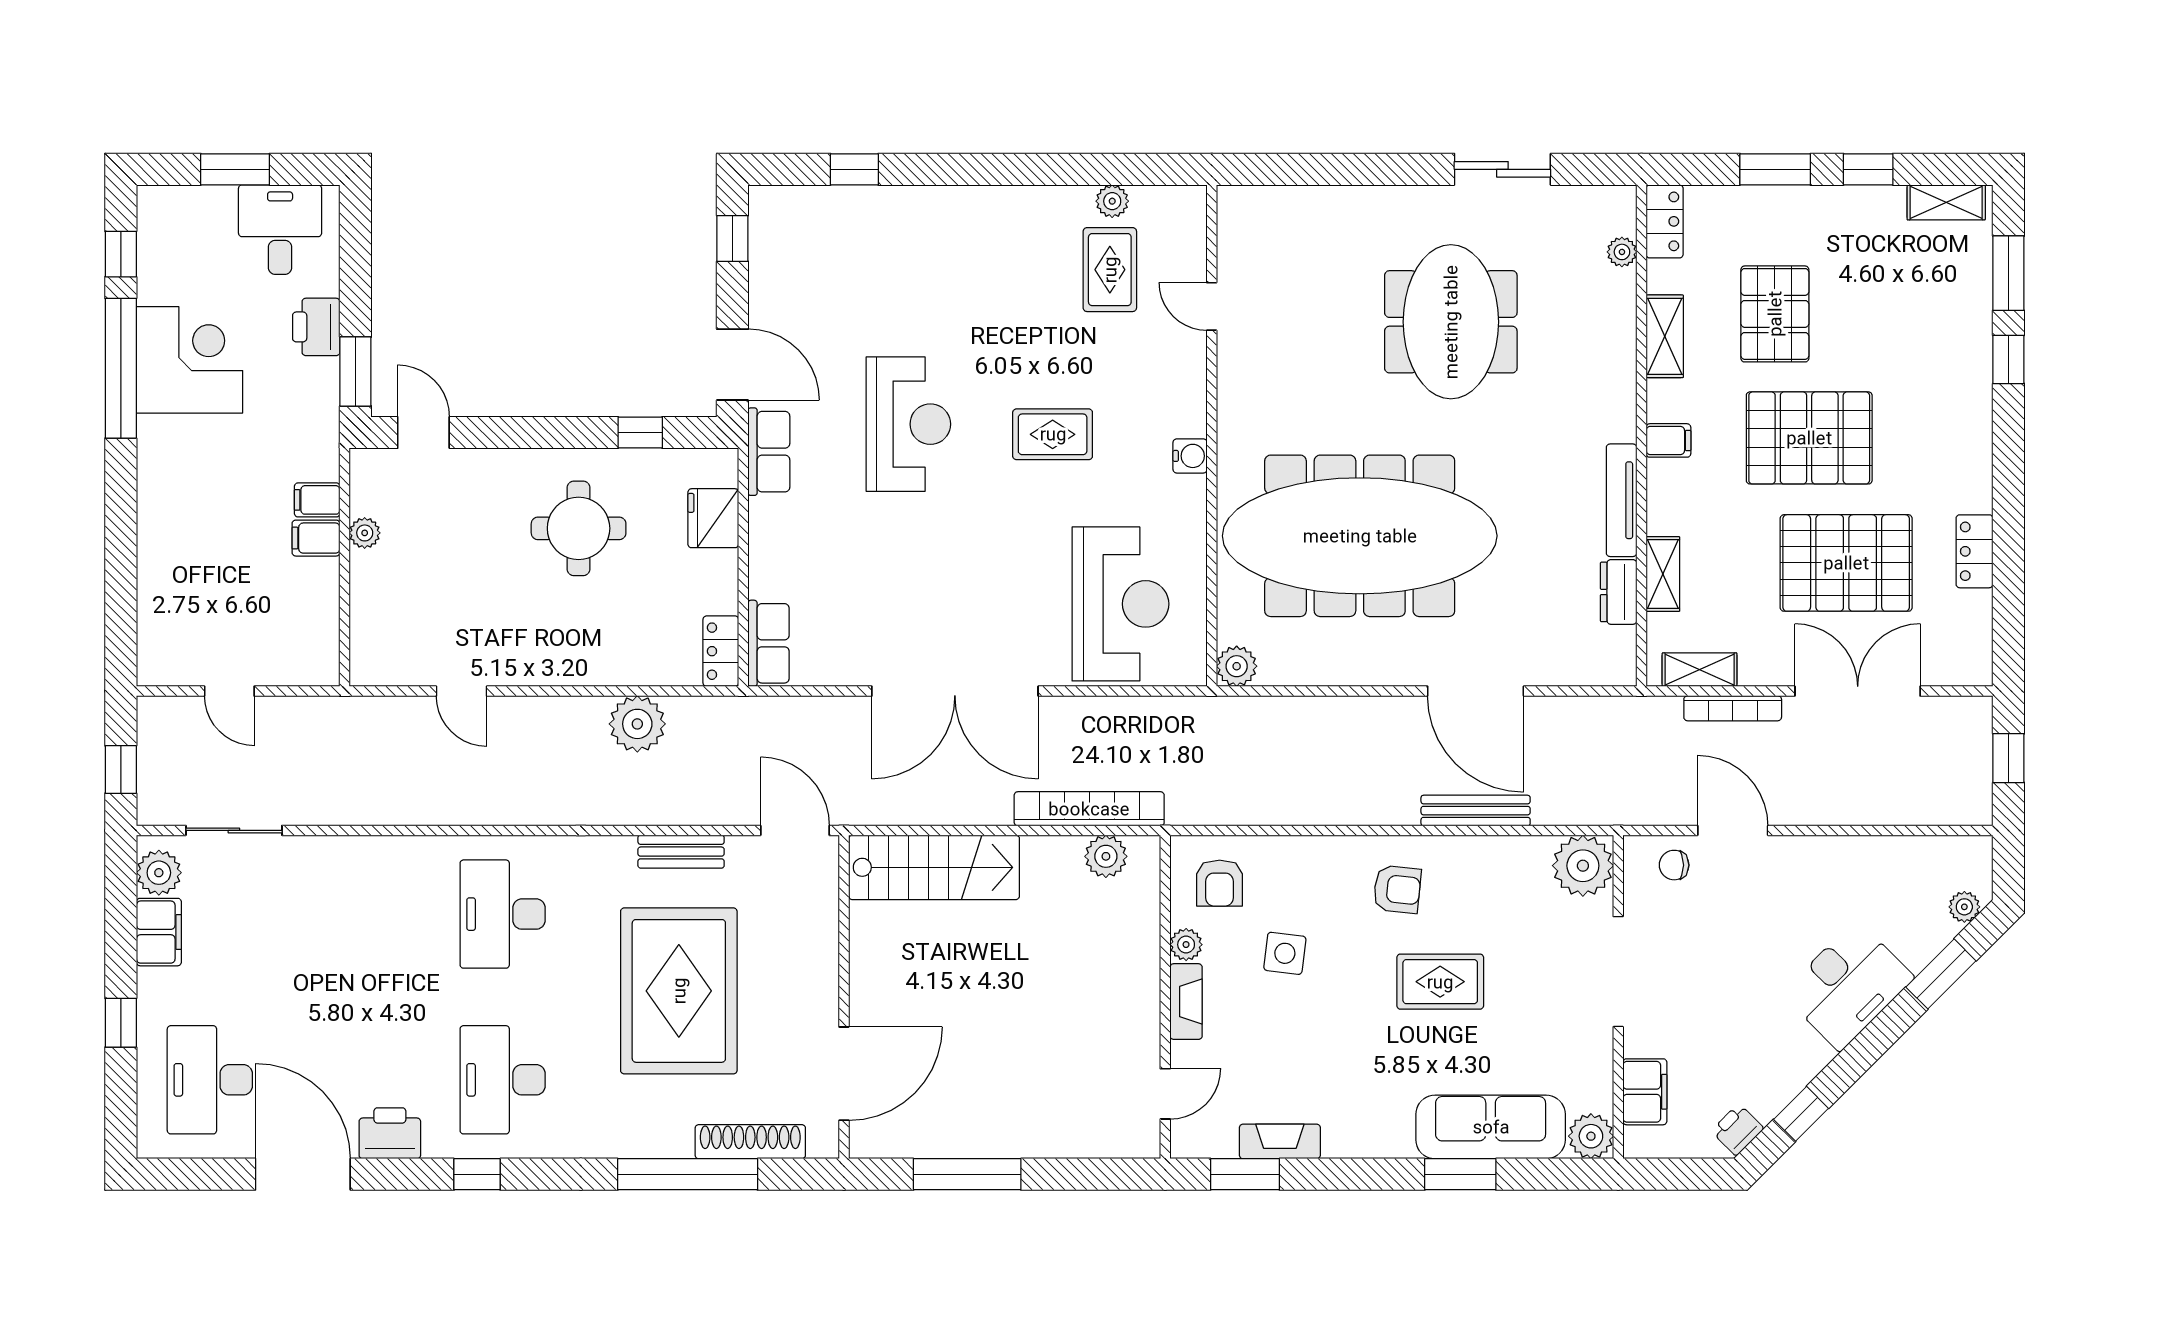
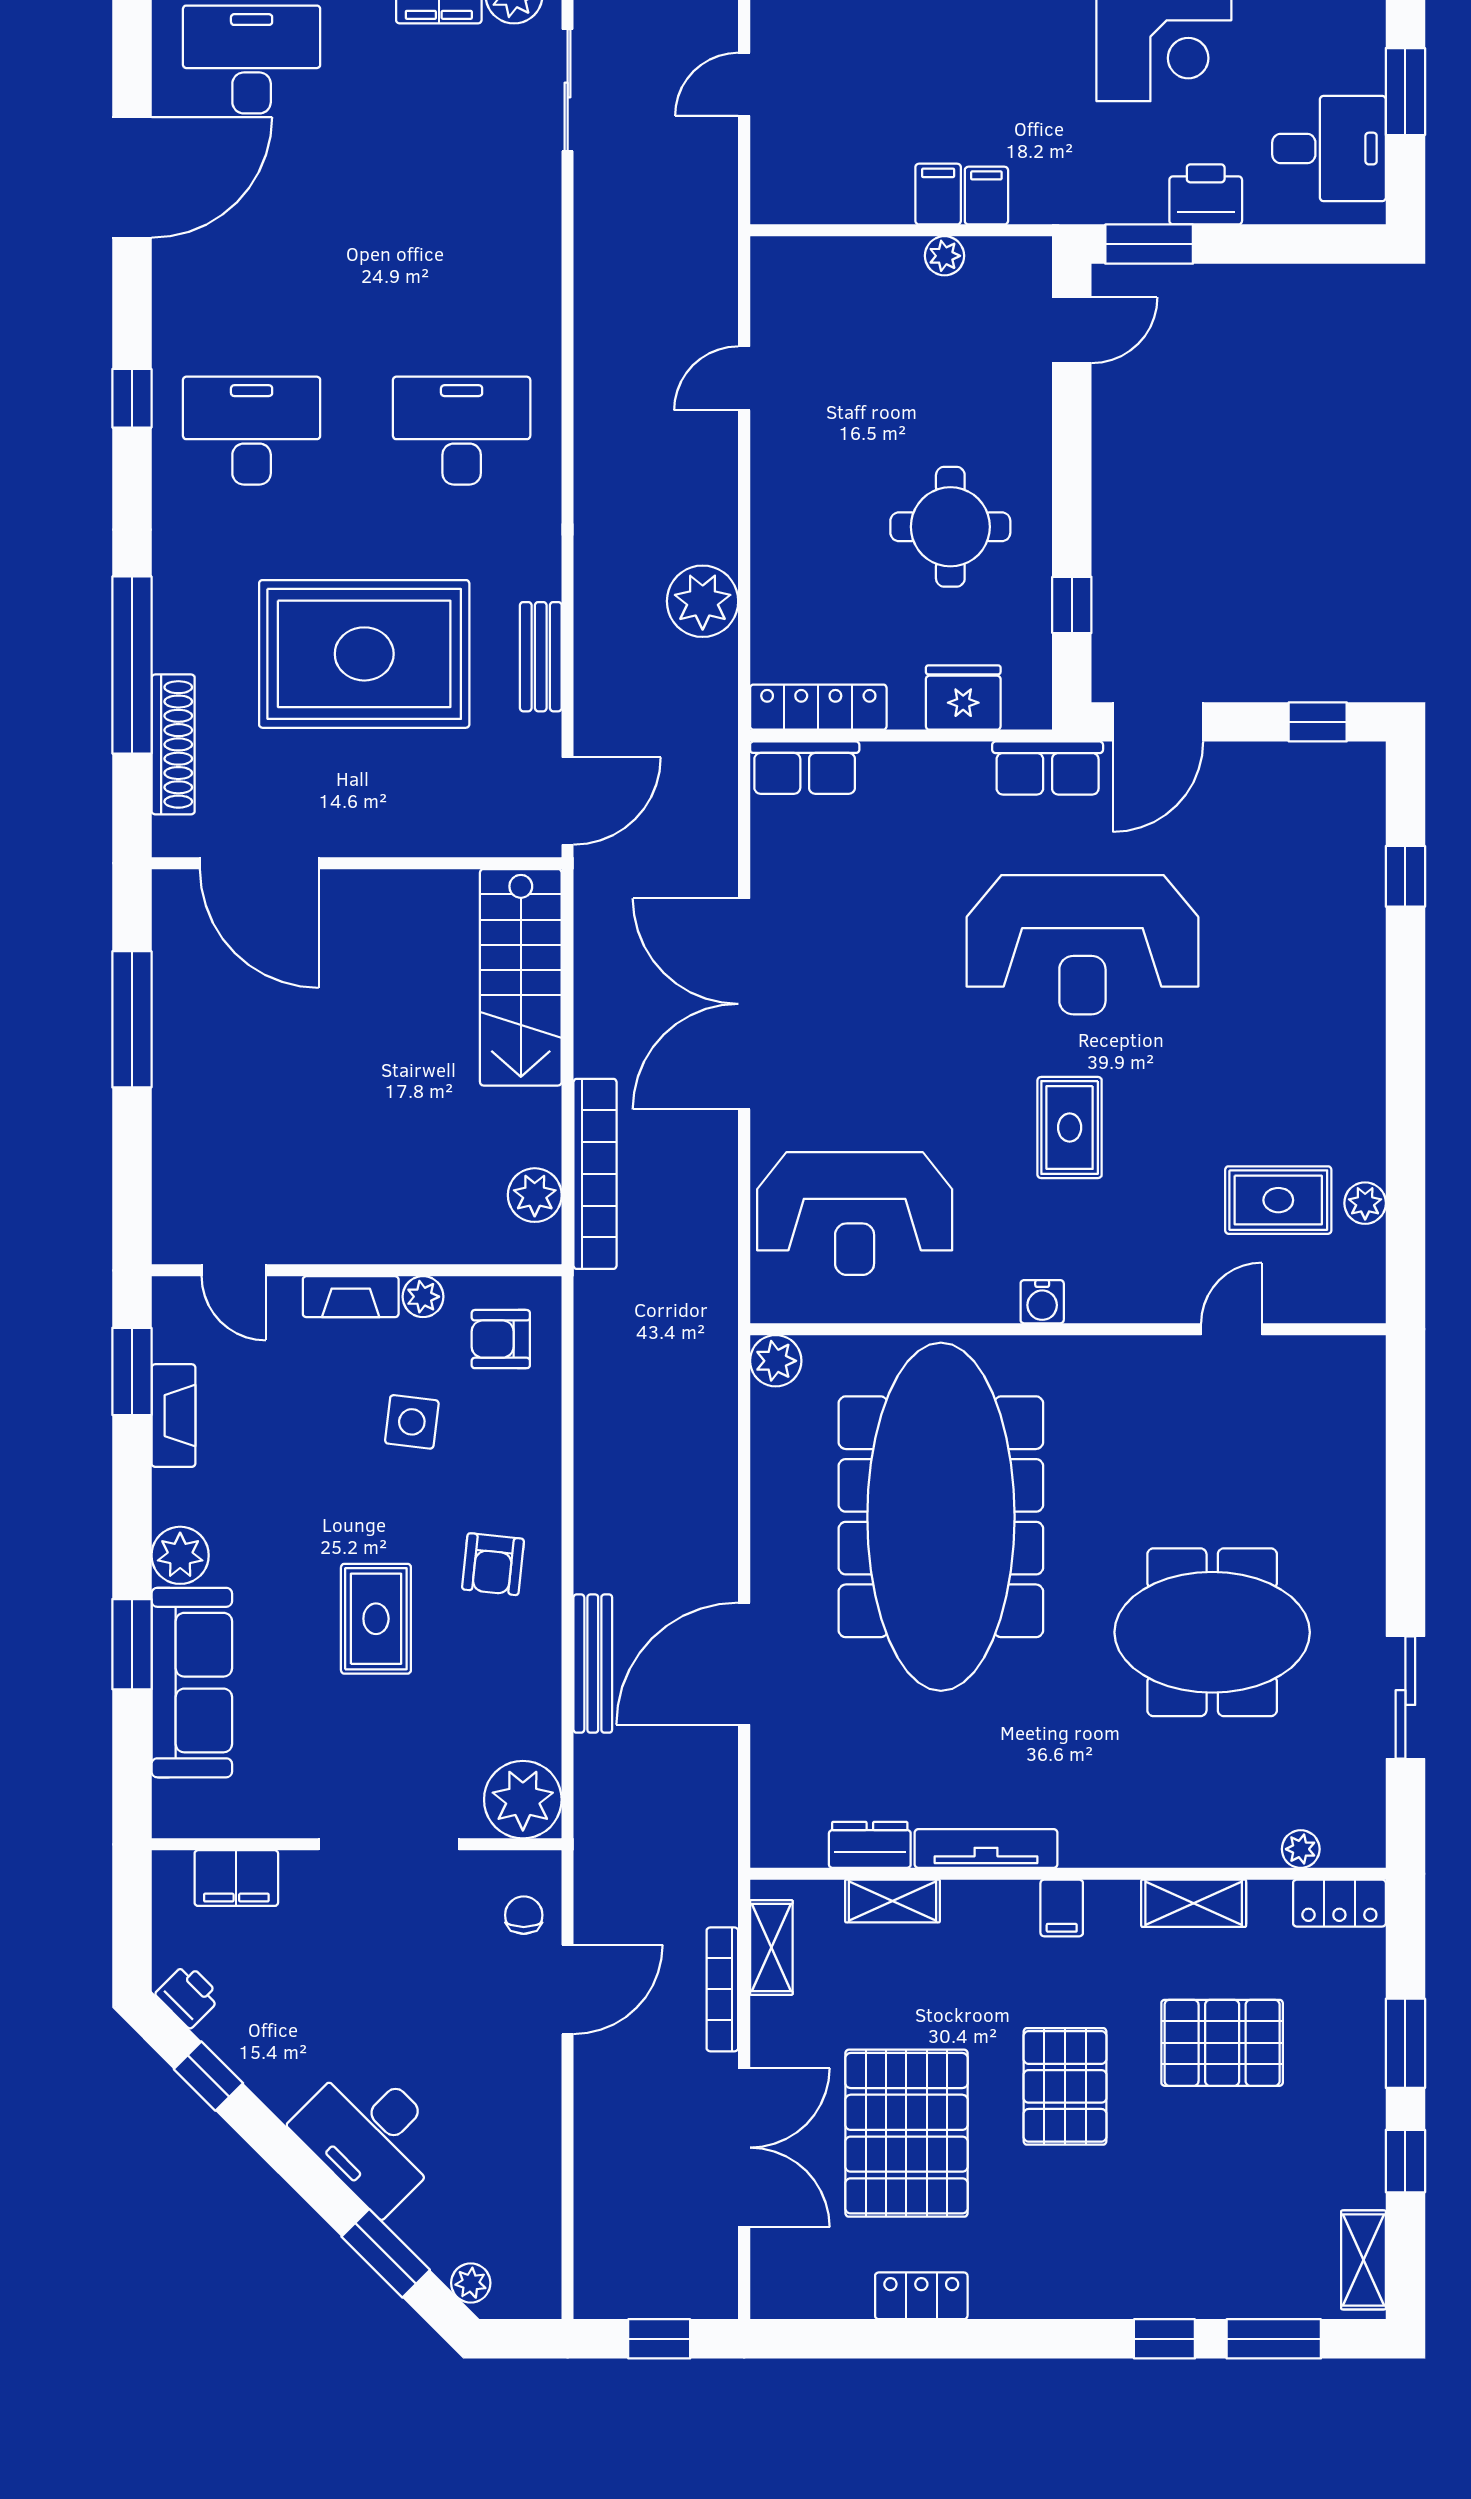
reception desk: (908, 424) -> (1082, 945), width x1.36, depth x1.30
pallet: (1809, 438) -> (1065, 2086), width x0.73, depth x0.71
locker: (721, 651) -> (818, 707), width x1.53
printer: (390, 1133) -> (184, 288), removed
plant: (1591, 1136) -> (180, 1555), moved

